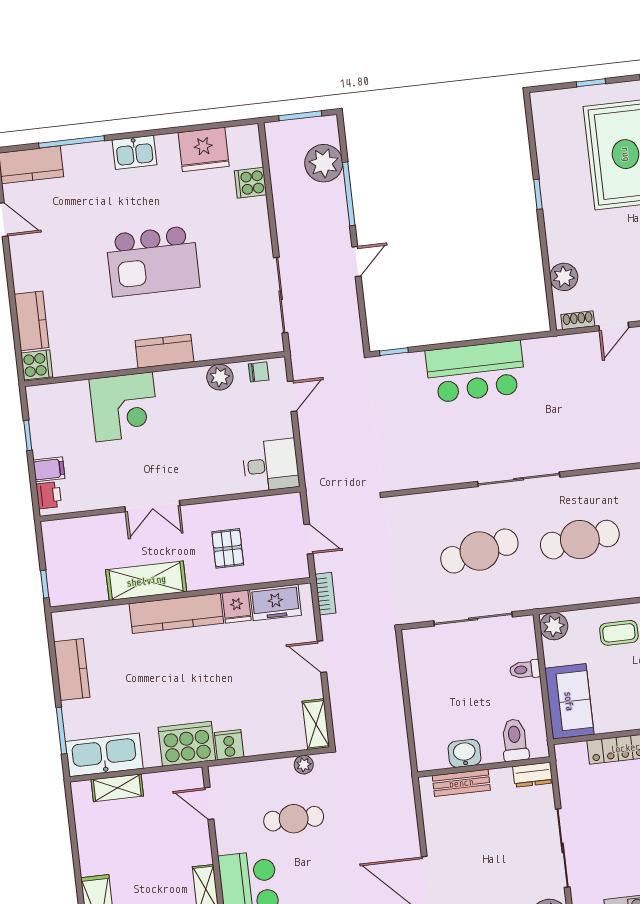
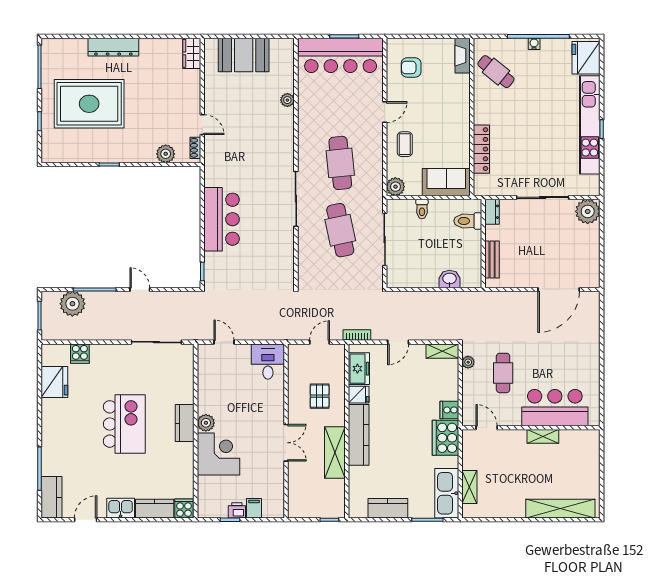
kitchen sink: (134, 152) -> (121, 508), moved, turned -90
chair: (259, 372) -> (205, 362), removed
plant: (220, 377) -> (206, 423), moved
printer: (49, 495) -> (237, 510), moved
pallet: (228, 548) -> (320, 396), turned 90
washbasin: (464, 753) -> (450, 279), moved, turned 90
door: (209, 803) -> (487, 428), swing flipped

